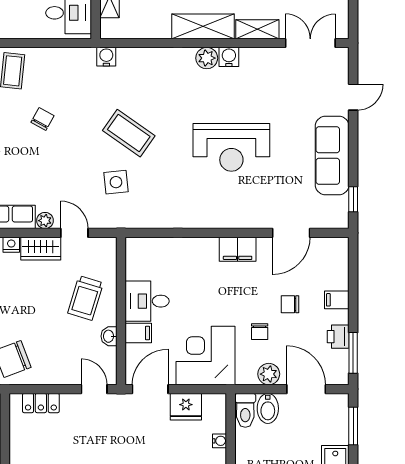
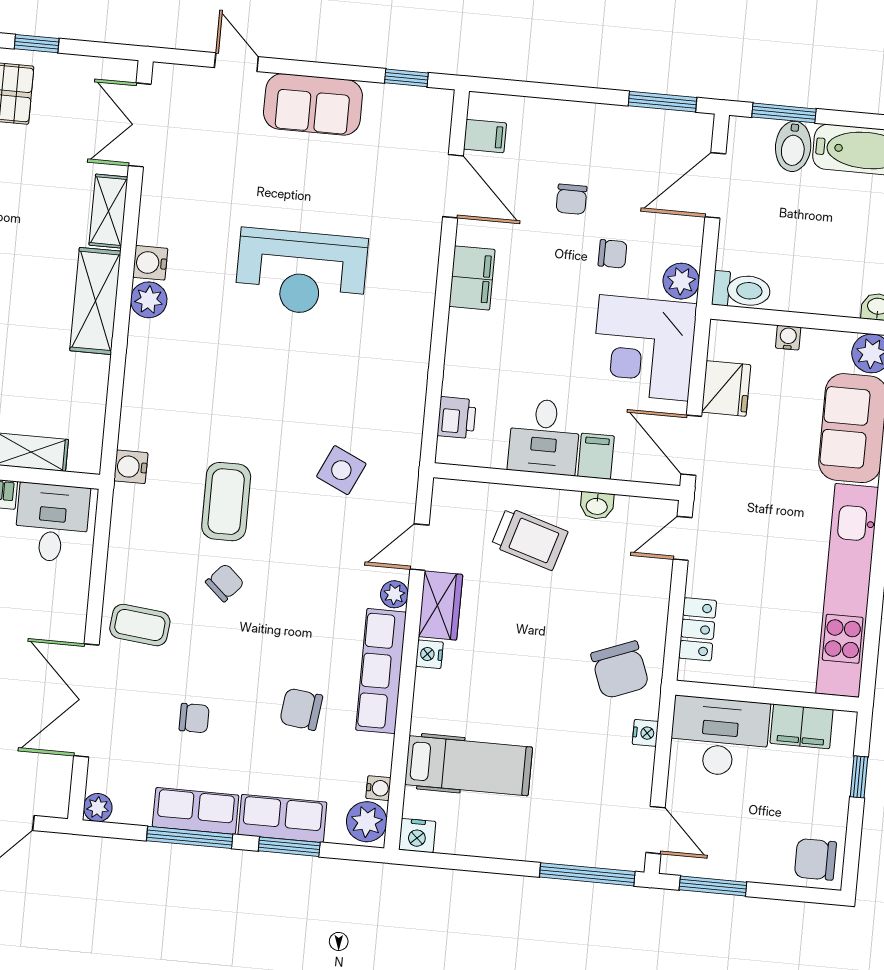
chair: (43, 119) -> (225, 583), turned 103
coffee table: (129, 133) -> (226, 502), moved, turned -35
reception desk: (231, 147) -> (301, 272), turned 90
sofa: (332, 155) -> (313, 104), width x0.73
side table: (116, 182) -> (341, 470), turned 31
filing cabinet: (337, 300) -> (485, 136), moved, turned -90
printer: (338, 337) -> (457, 418), moved, turned -90
plant: (269, 374) -> (681, 281), moved
bidet: (268, 408) -> (793, 146), moved, turned 90

